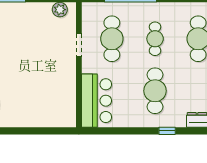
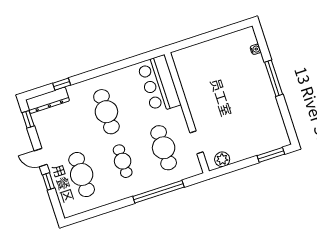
doorway: (79, 45) -> (197, 142), moved
window: (167, 131) -> (62, 84), moved

